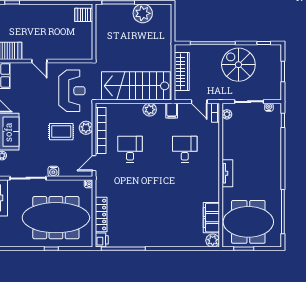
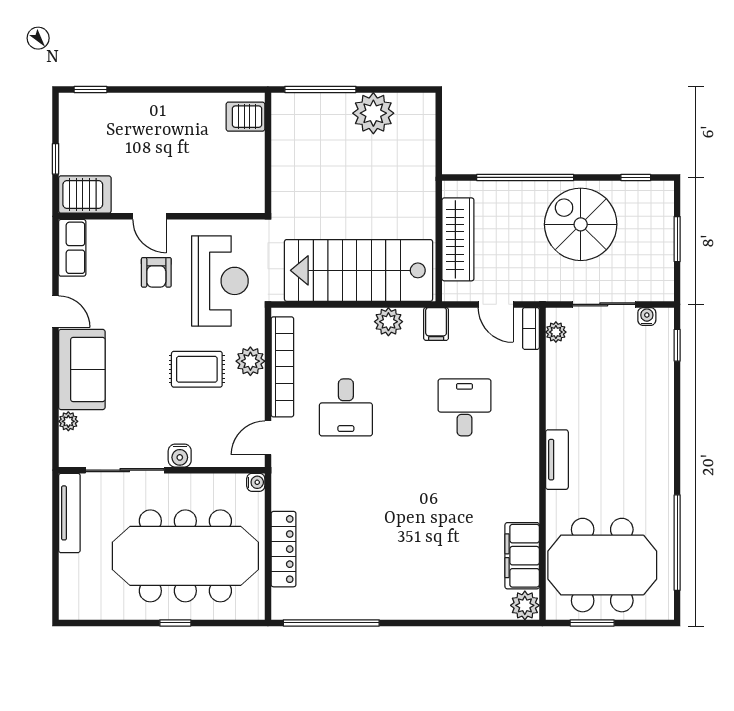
armchair: (43, 87) -> (156, 272), added
desk: (130, 149) -> (346, 407), turned 180
printer: (102, 240) -> (285, 604), removed

